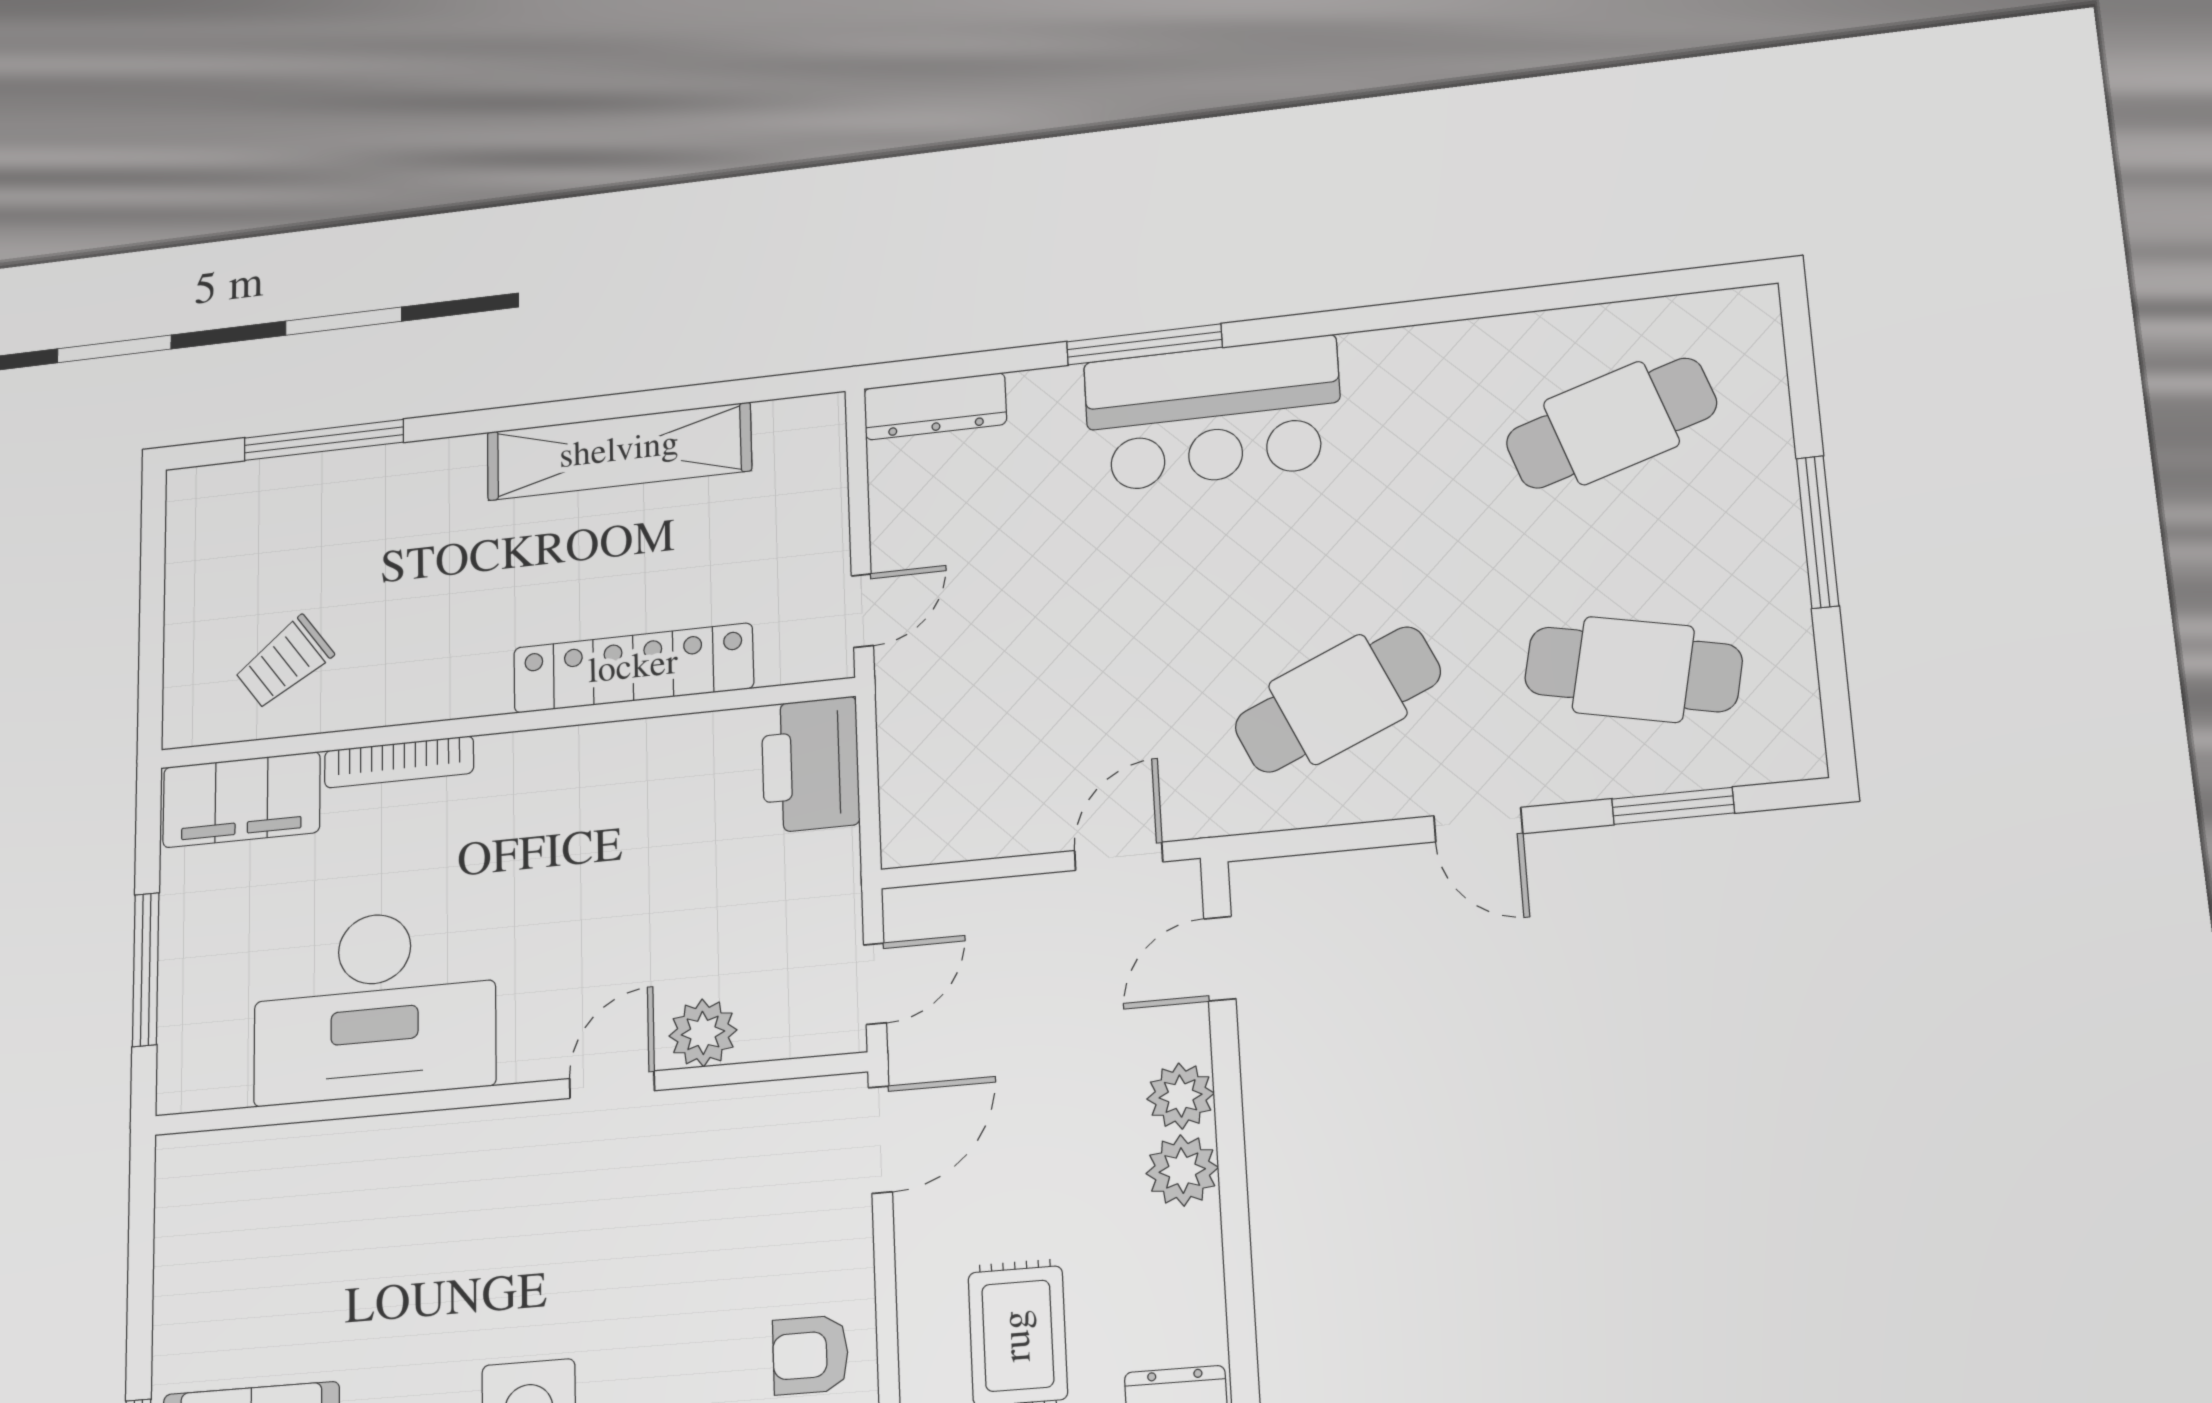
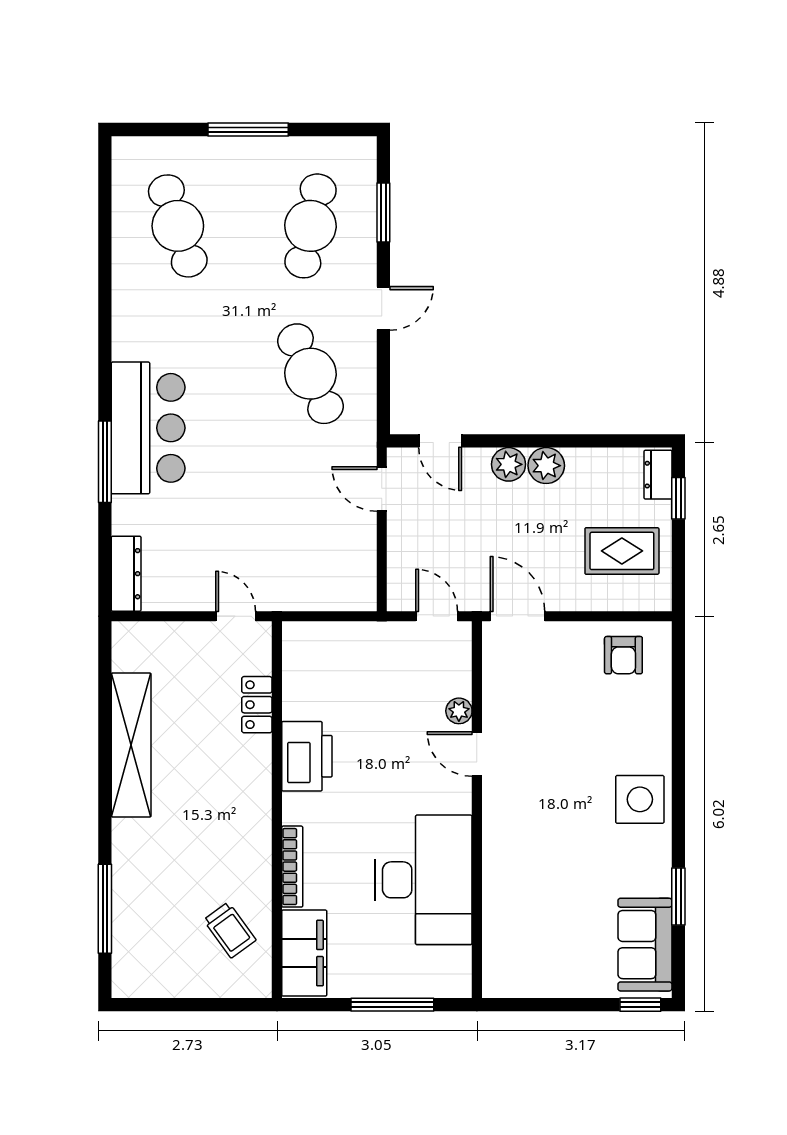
locker: (633, 668) -> (257, 705), width x0.46, depth x0.83
printer: (810, 765) -> (307, 756), moved, turned -90
plant: (703, 1033) -> (459, 711), width x0.73, depth x0.73

